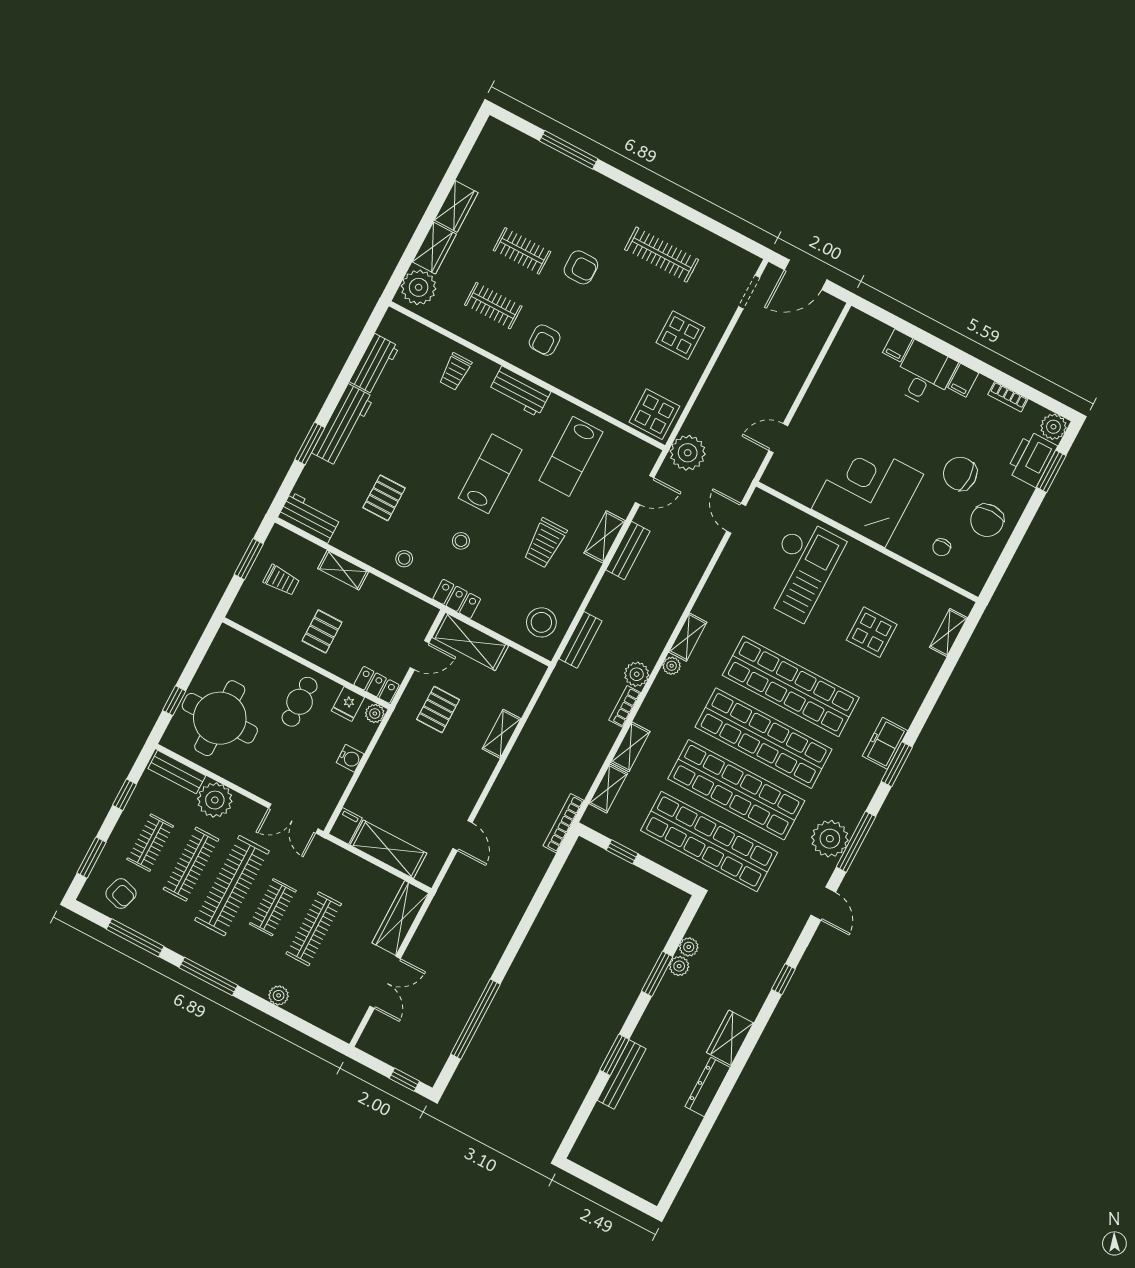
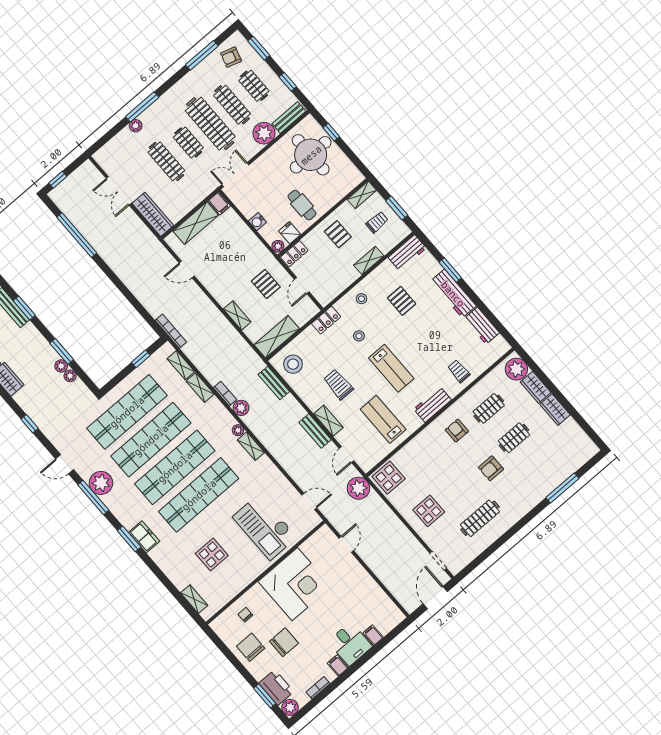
trolley: (281, 580) -> (377, 222), turned 180
shelving: (250, 619) -> (362, 195), added
shelving: (470, 641) -> (277, 337), moved
window: (208, 976) -> (142, 107), moved

